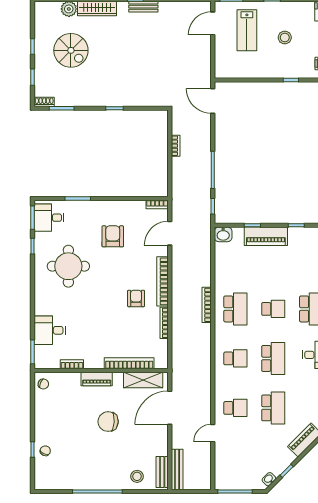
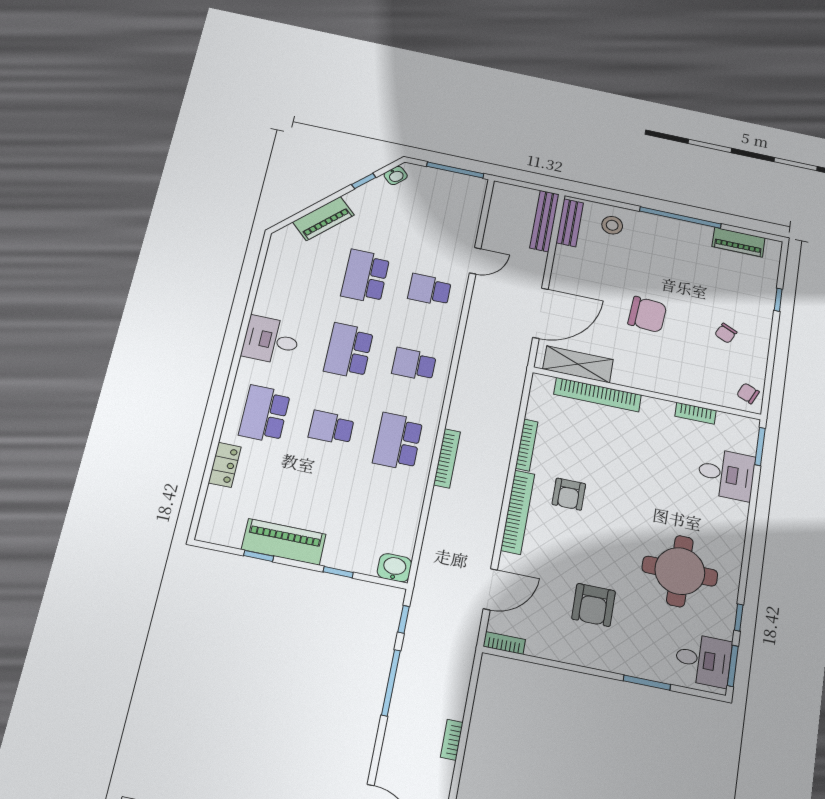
piano: (266, 236) -> (284, 542), moved
piano: (97, 379) -> (739, 242), moved, turned 180
chair: (45, 451) -> (726, 333), moved

